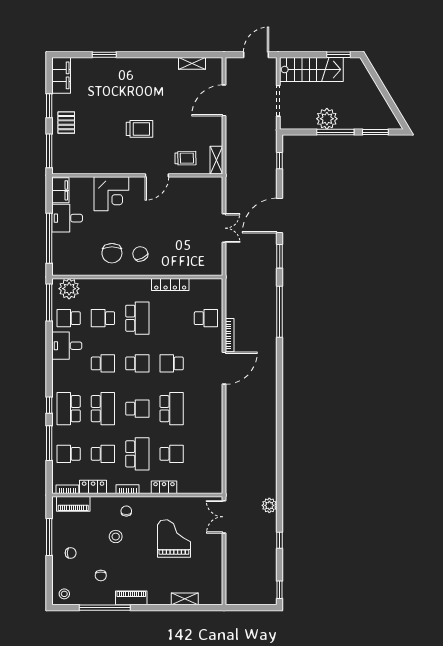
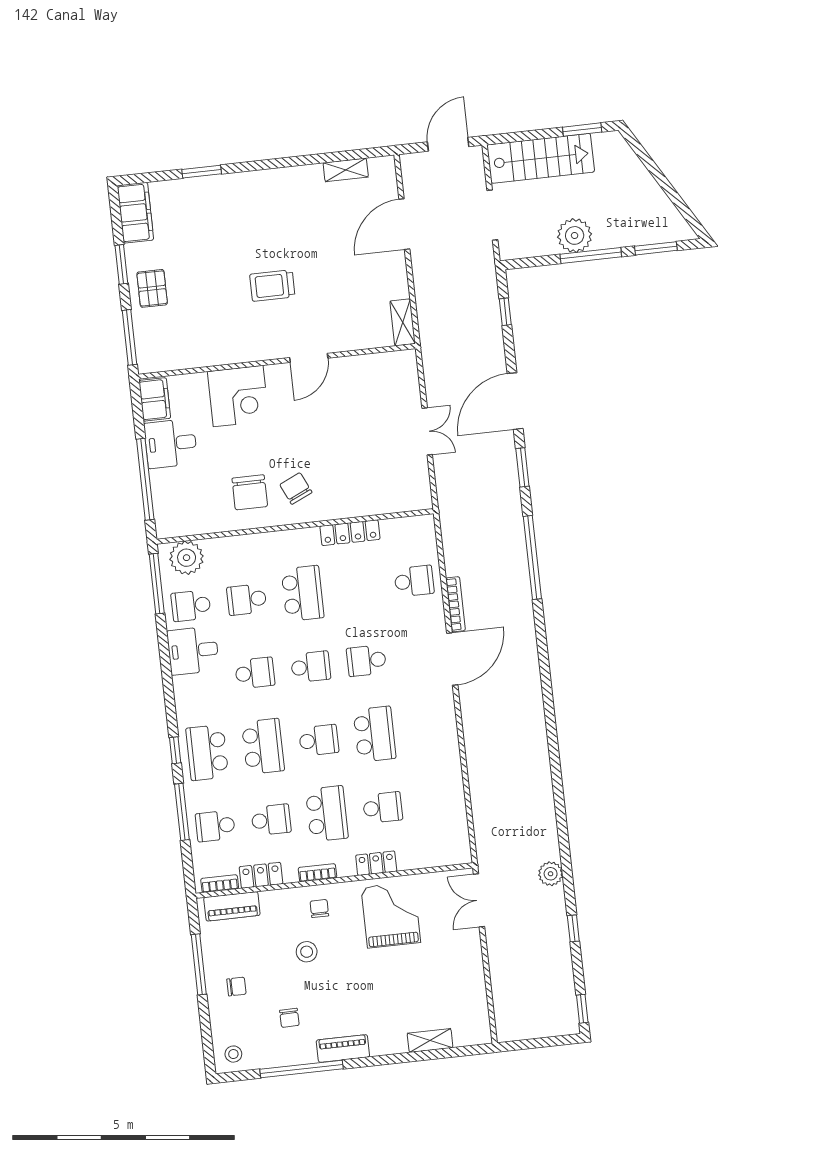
trolley: (140, 129) -> (272, 286), turned 180
trolley: (185, 158) -> (352, 325), removed
grand piano: (174, 539) -> (391, 915), moved

